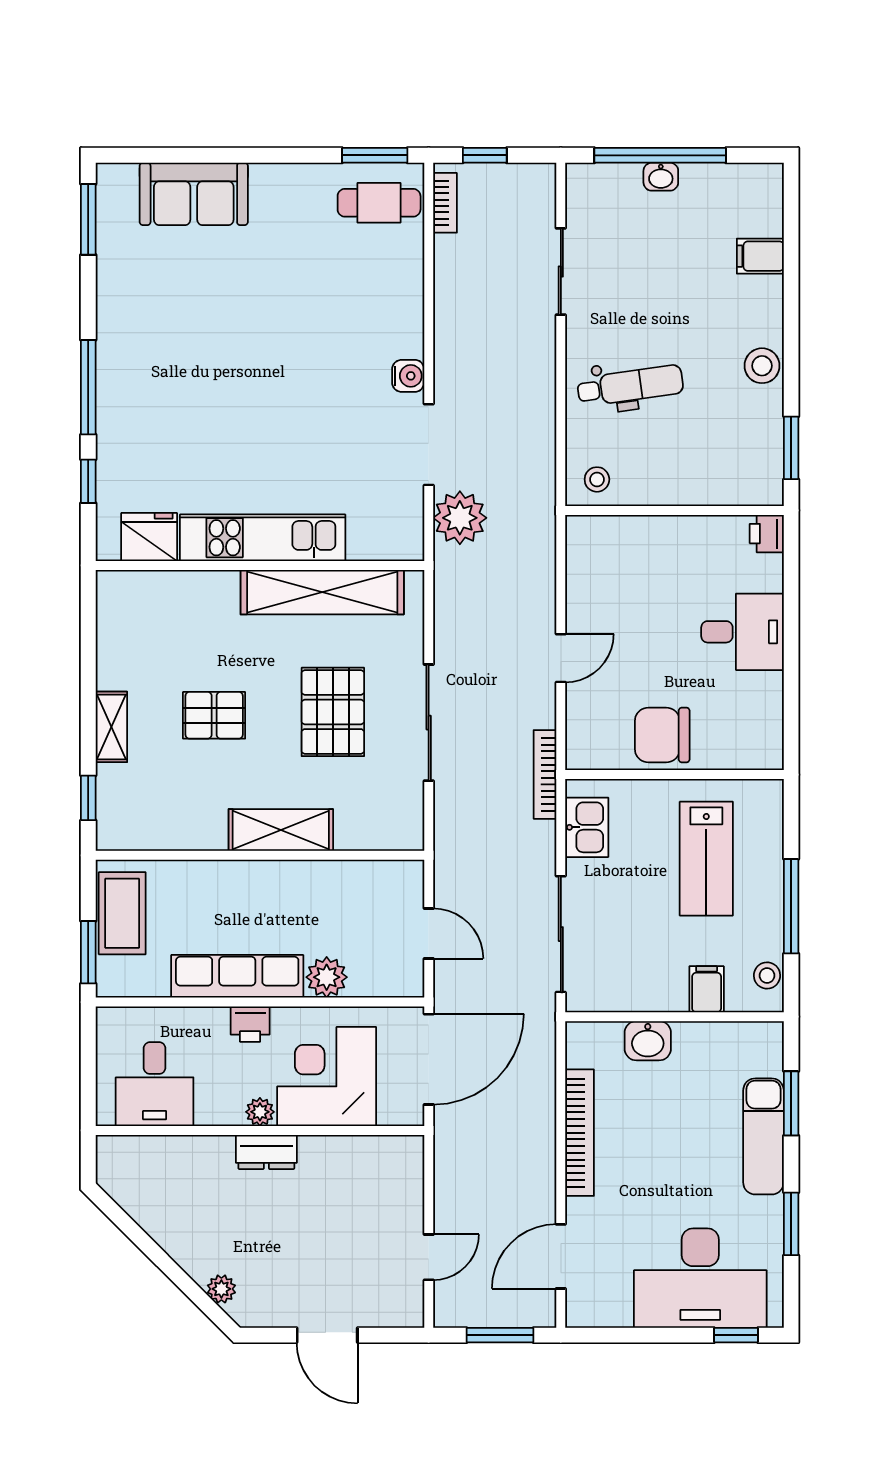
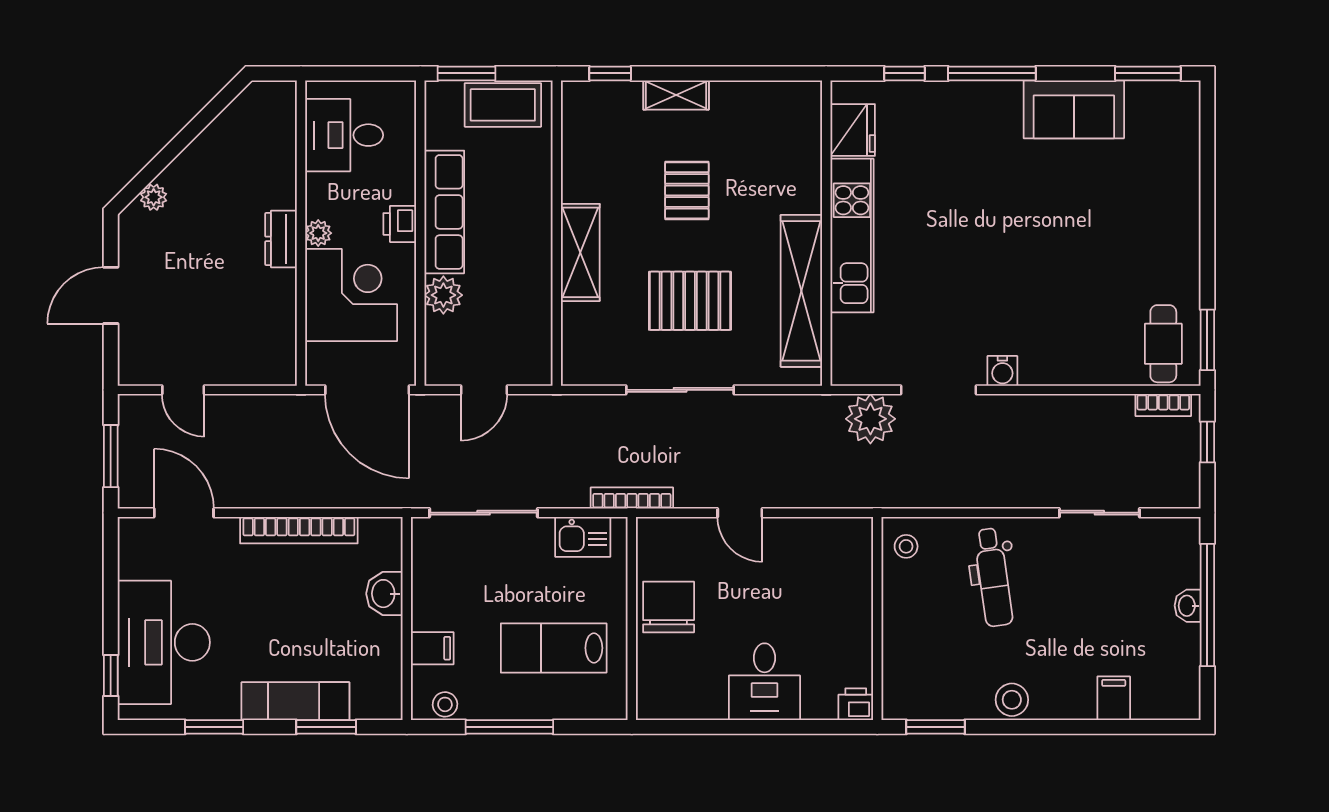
sofa: (194, 194) -> (1074, 109), moved, turned -90

